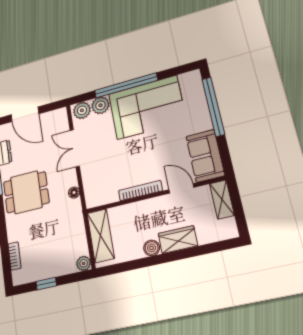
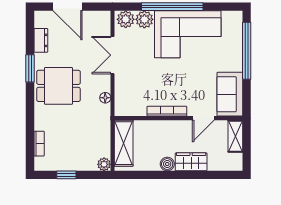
door: (181, 188) -> (203, 118), swing flipped

